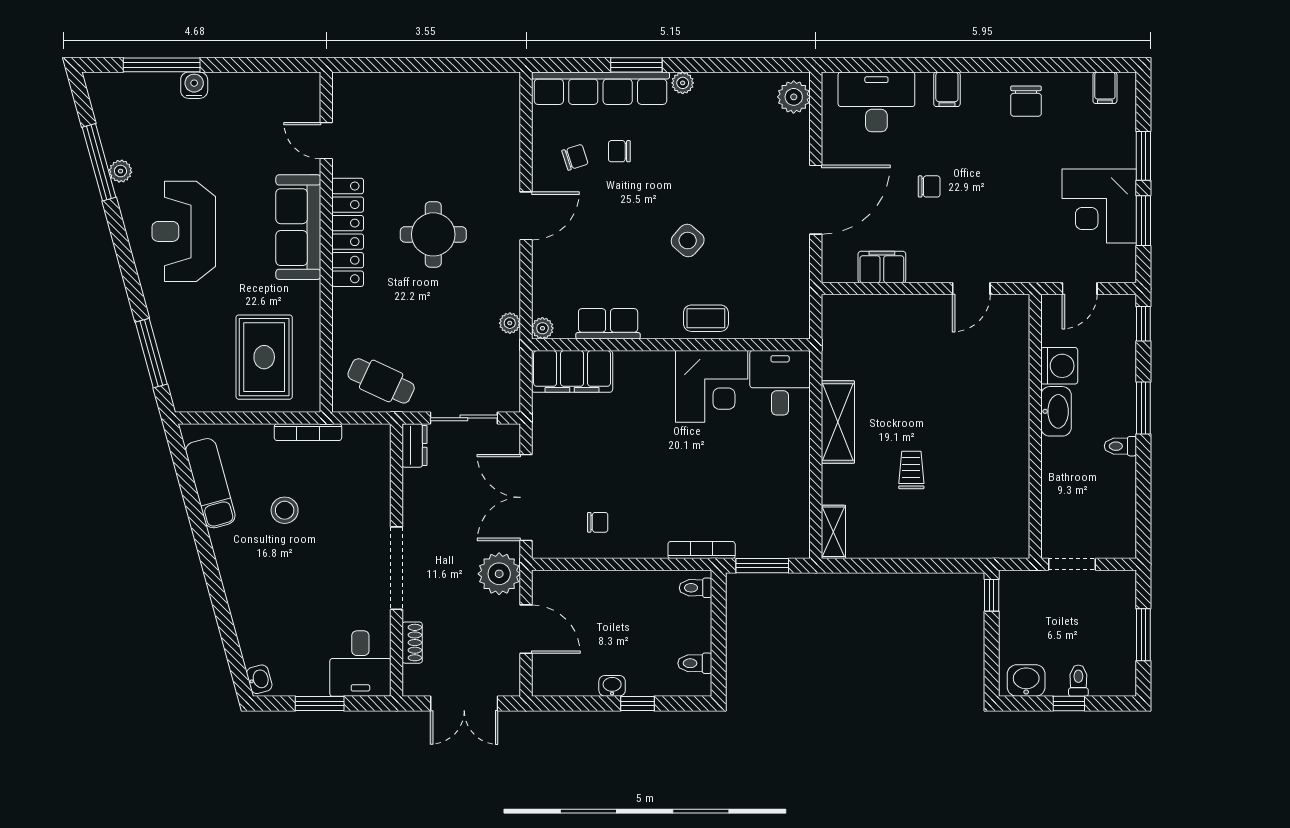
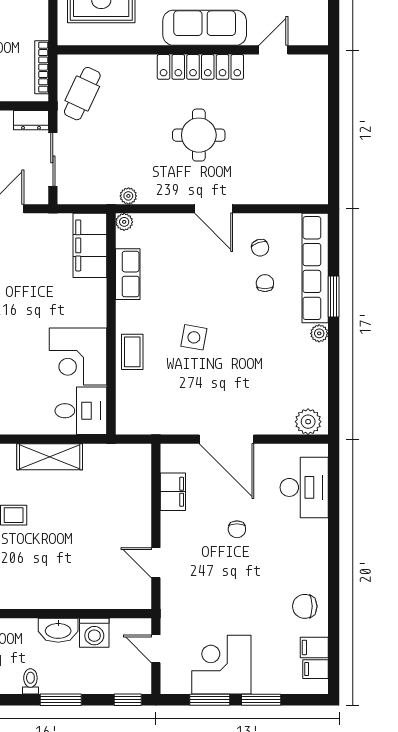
filing cabinet: (947, 89) -> (314, 647), moved
side table: (688, 241) -> (194, 337), turned -31
bookcase: (308, 432) -> (42, 67), moved

